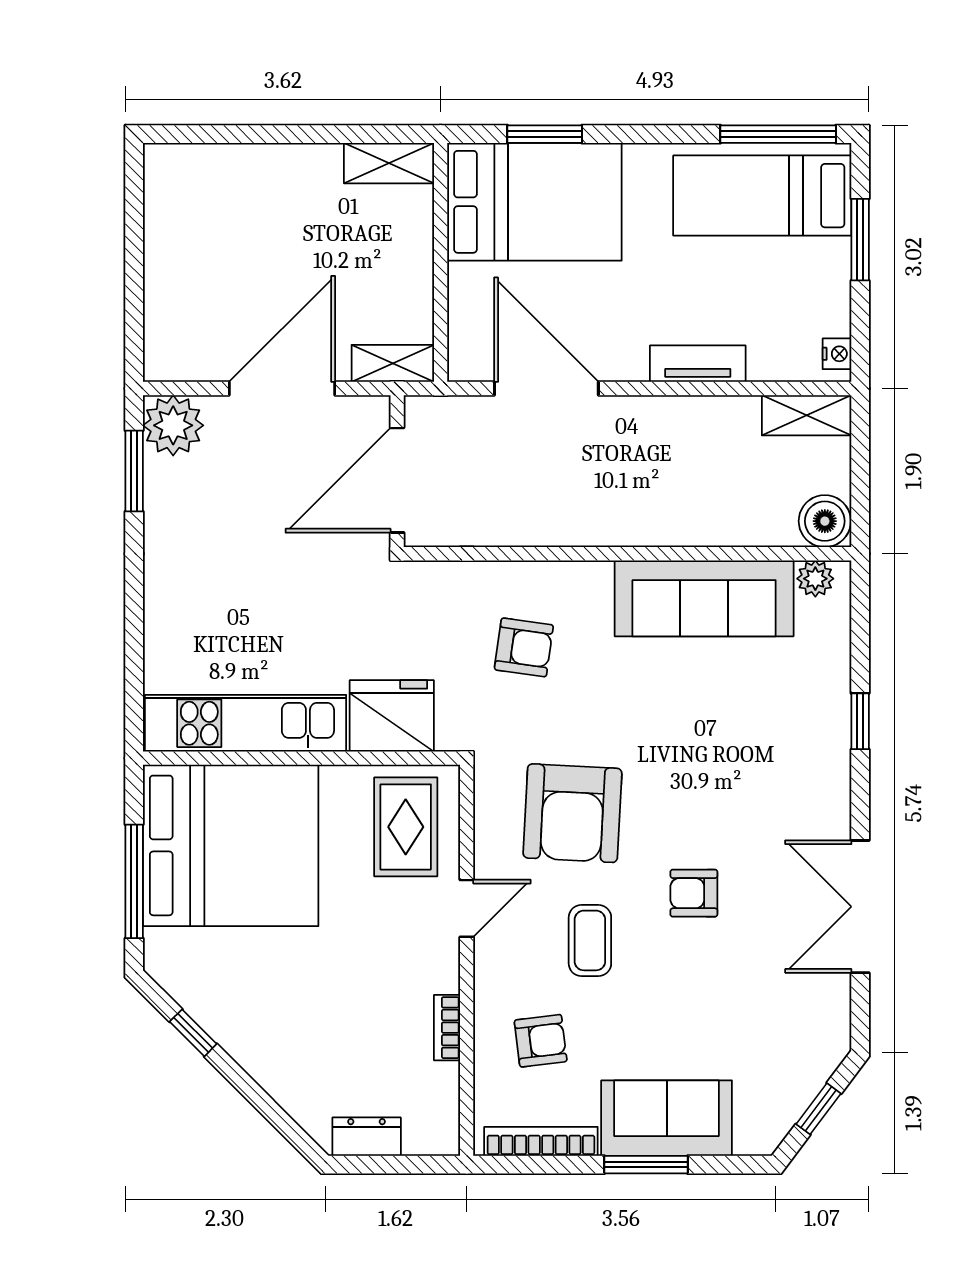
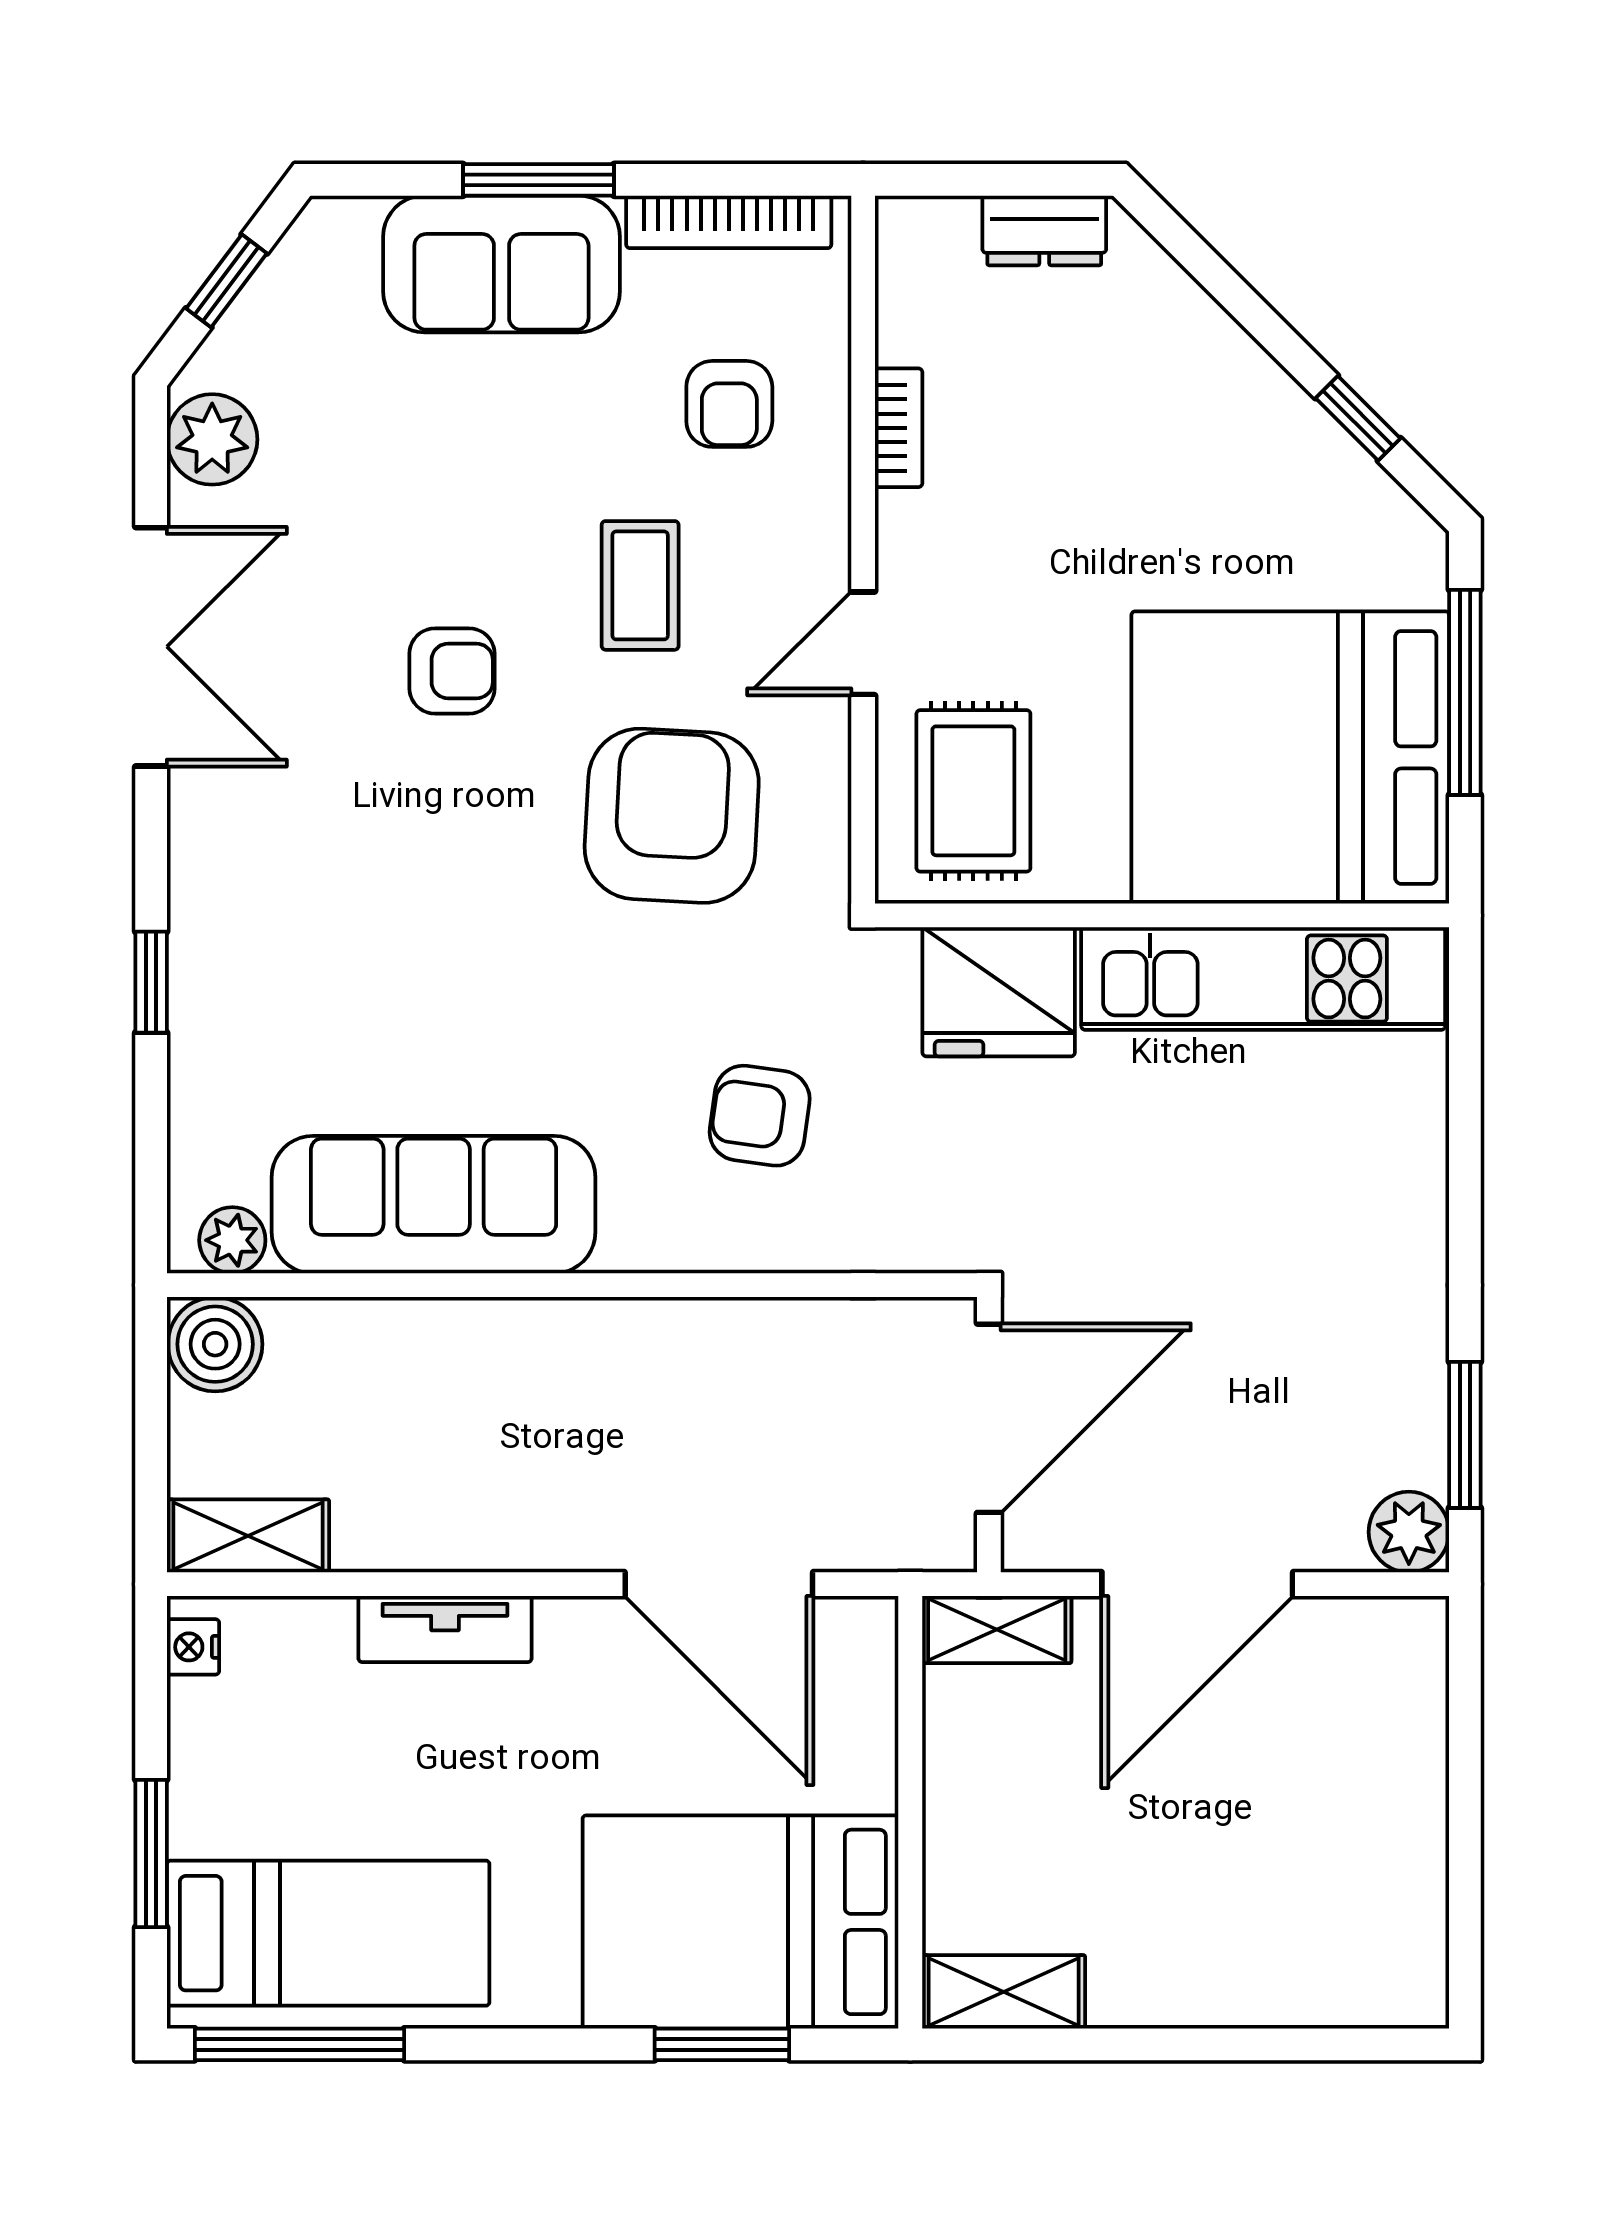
plant: (173, 425) -> (1409, 1532), width x0.73, depth x0.73
plant: (826, 1021) -> (212, 439), added
armchair: (541, 1041) -> (729, 404), turned -83

